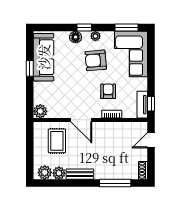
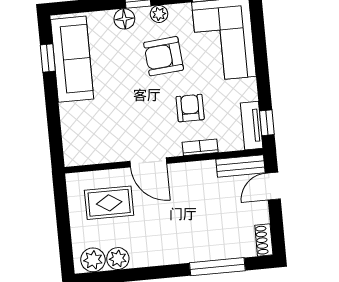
window: (30, 68) -> (48, 58), moved
plant: (40, 111) -> (75, 154), removed
rug: (57, 141) -> (109, 203), turned 90
bench: (80, 174) -> (240, 166), moved

